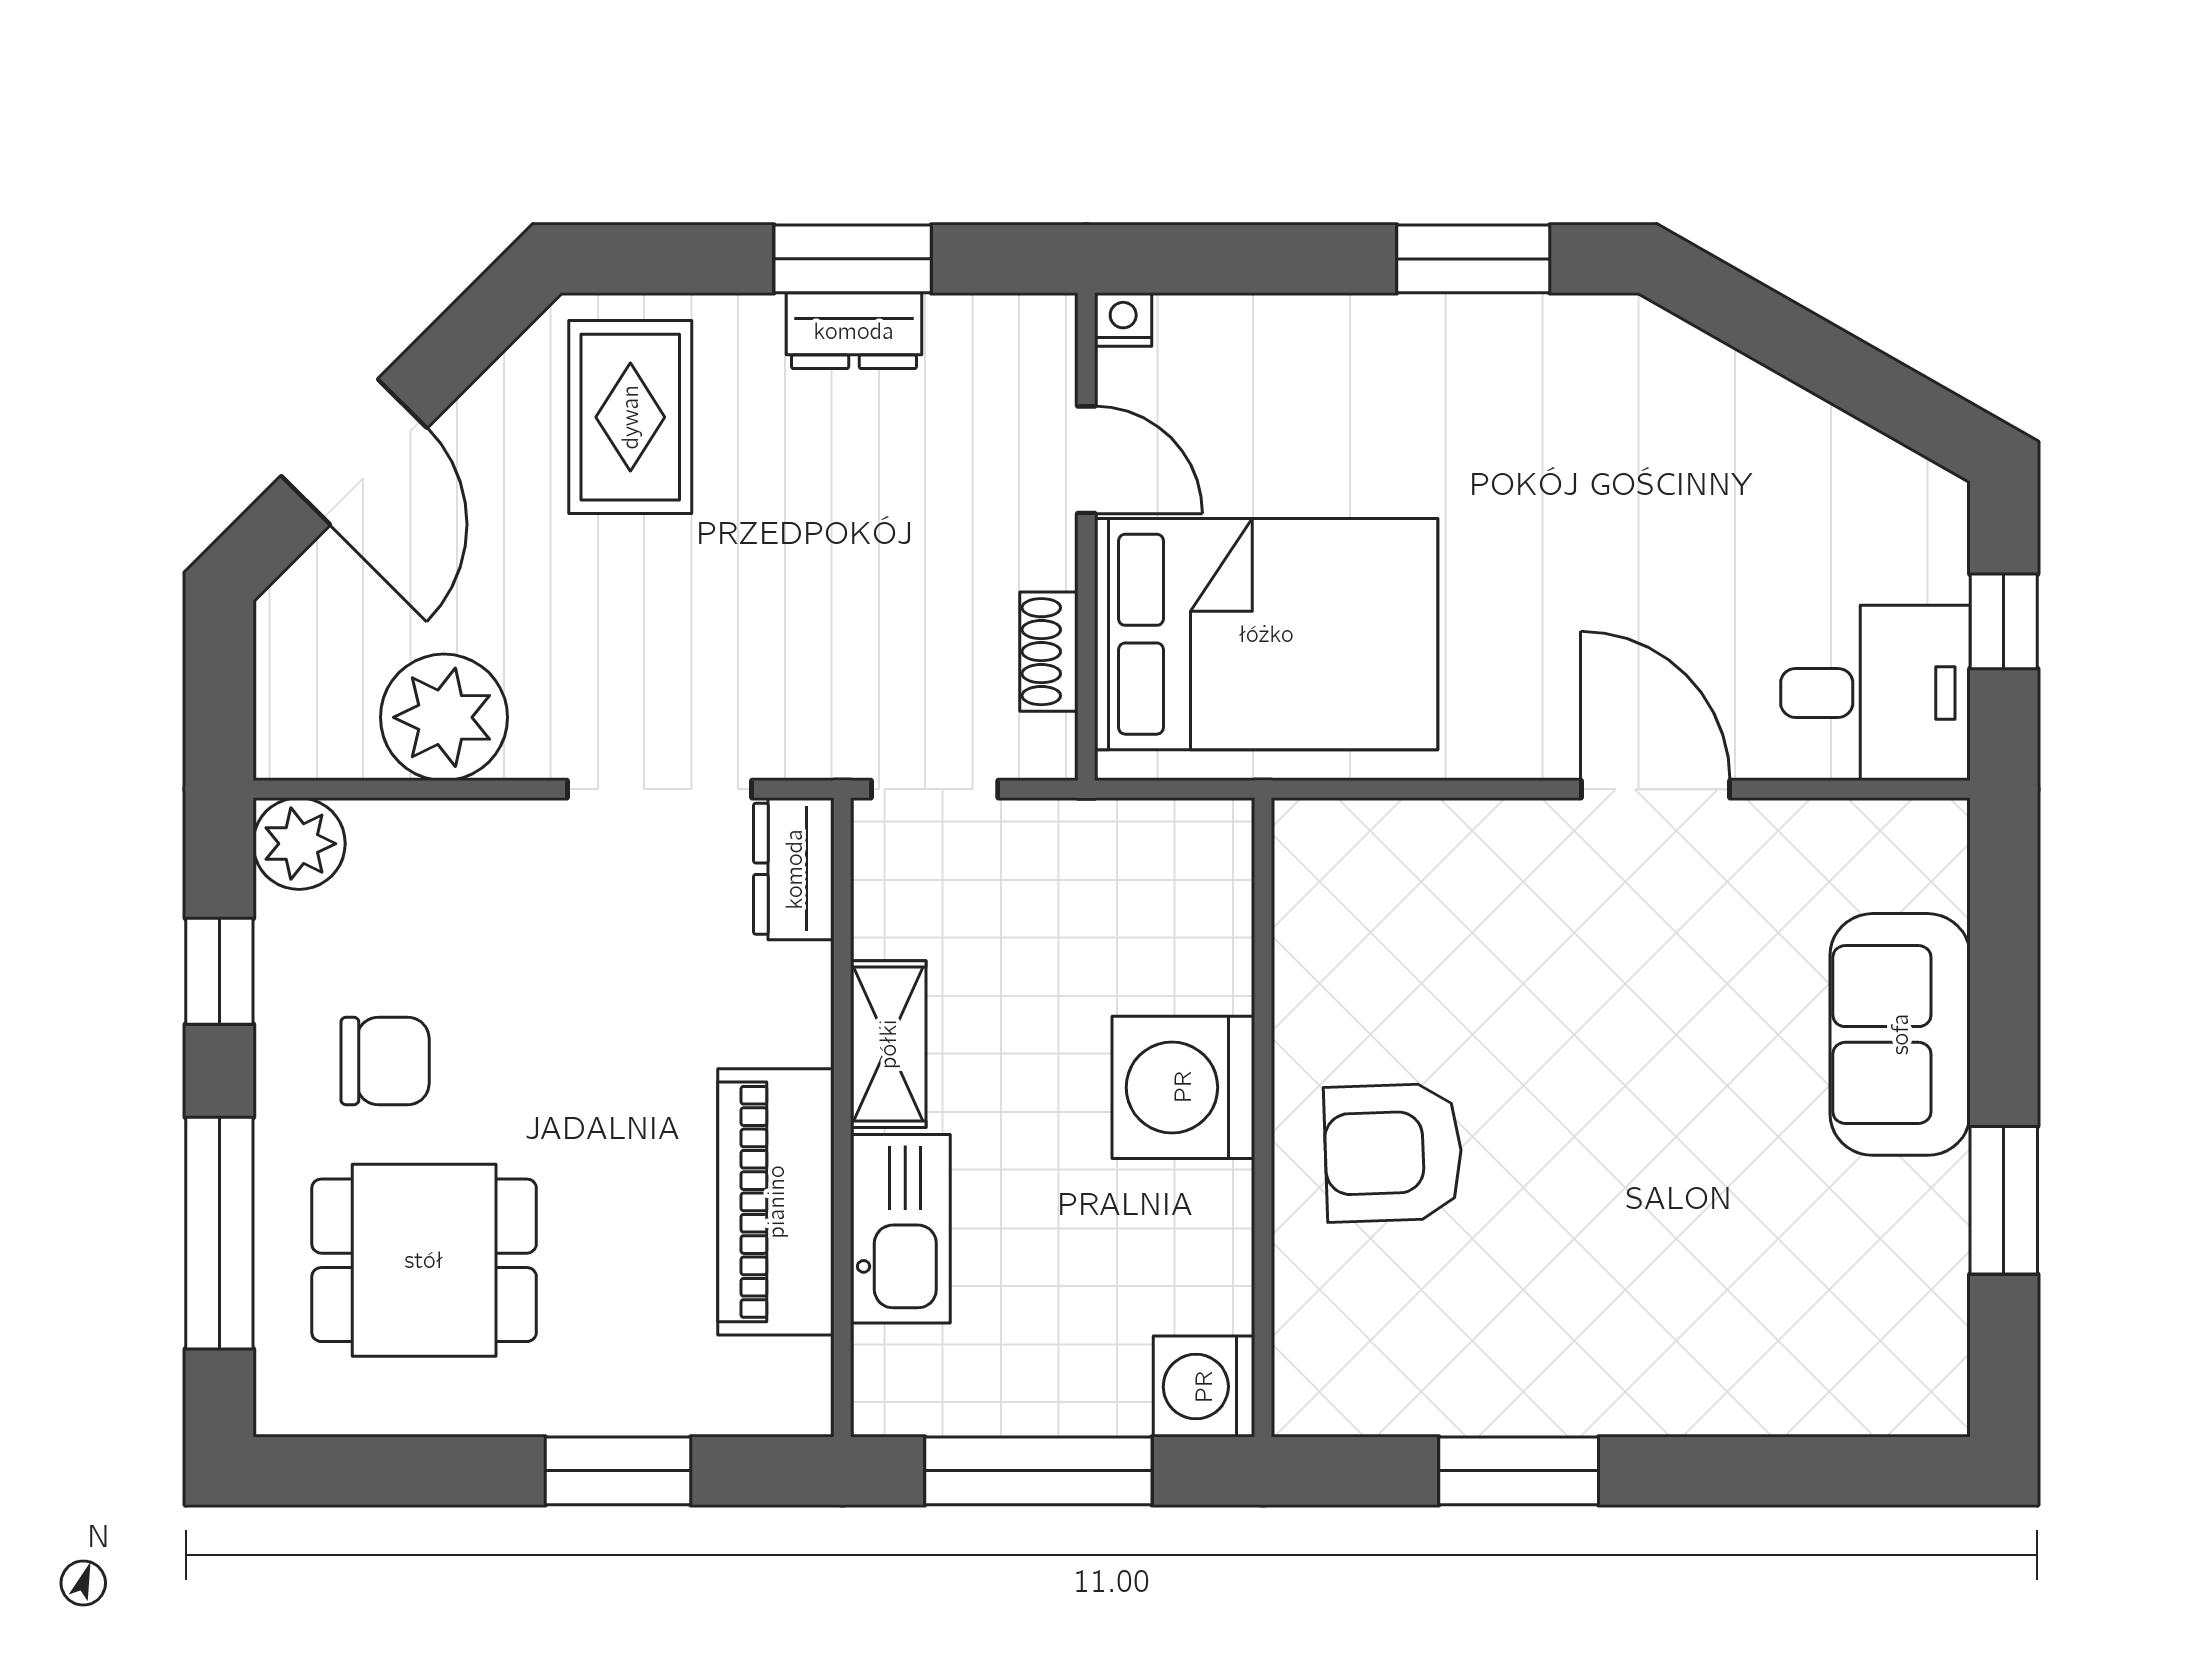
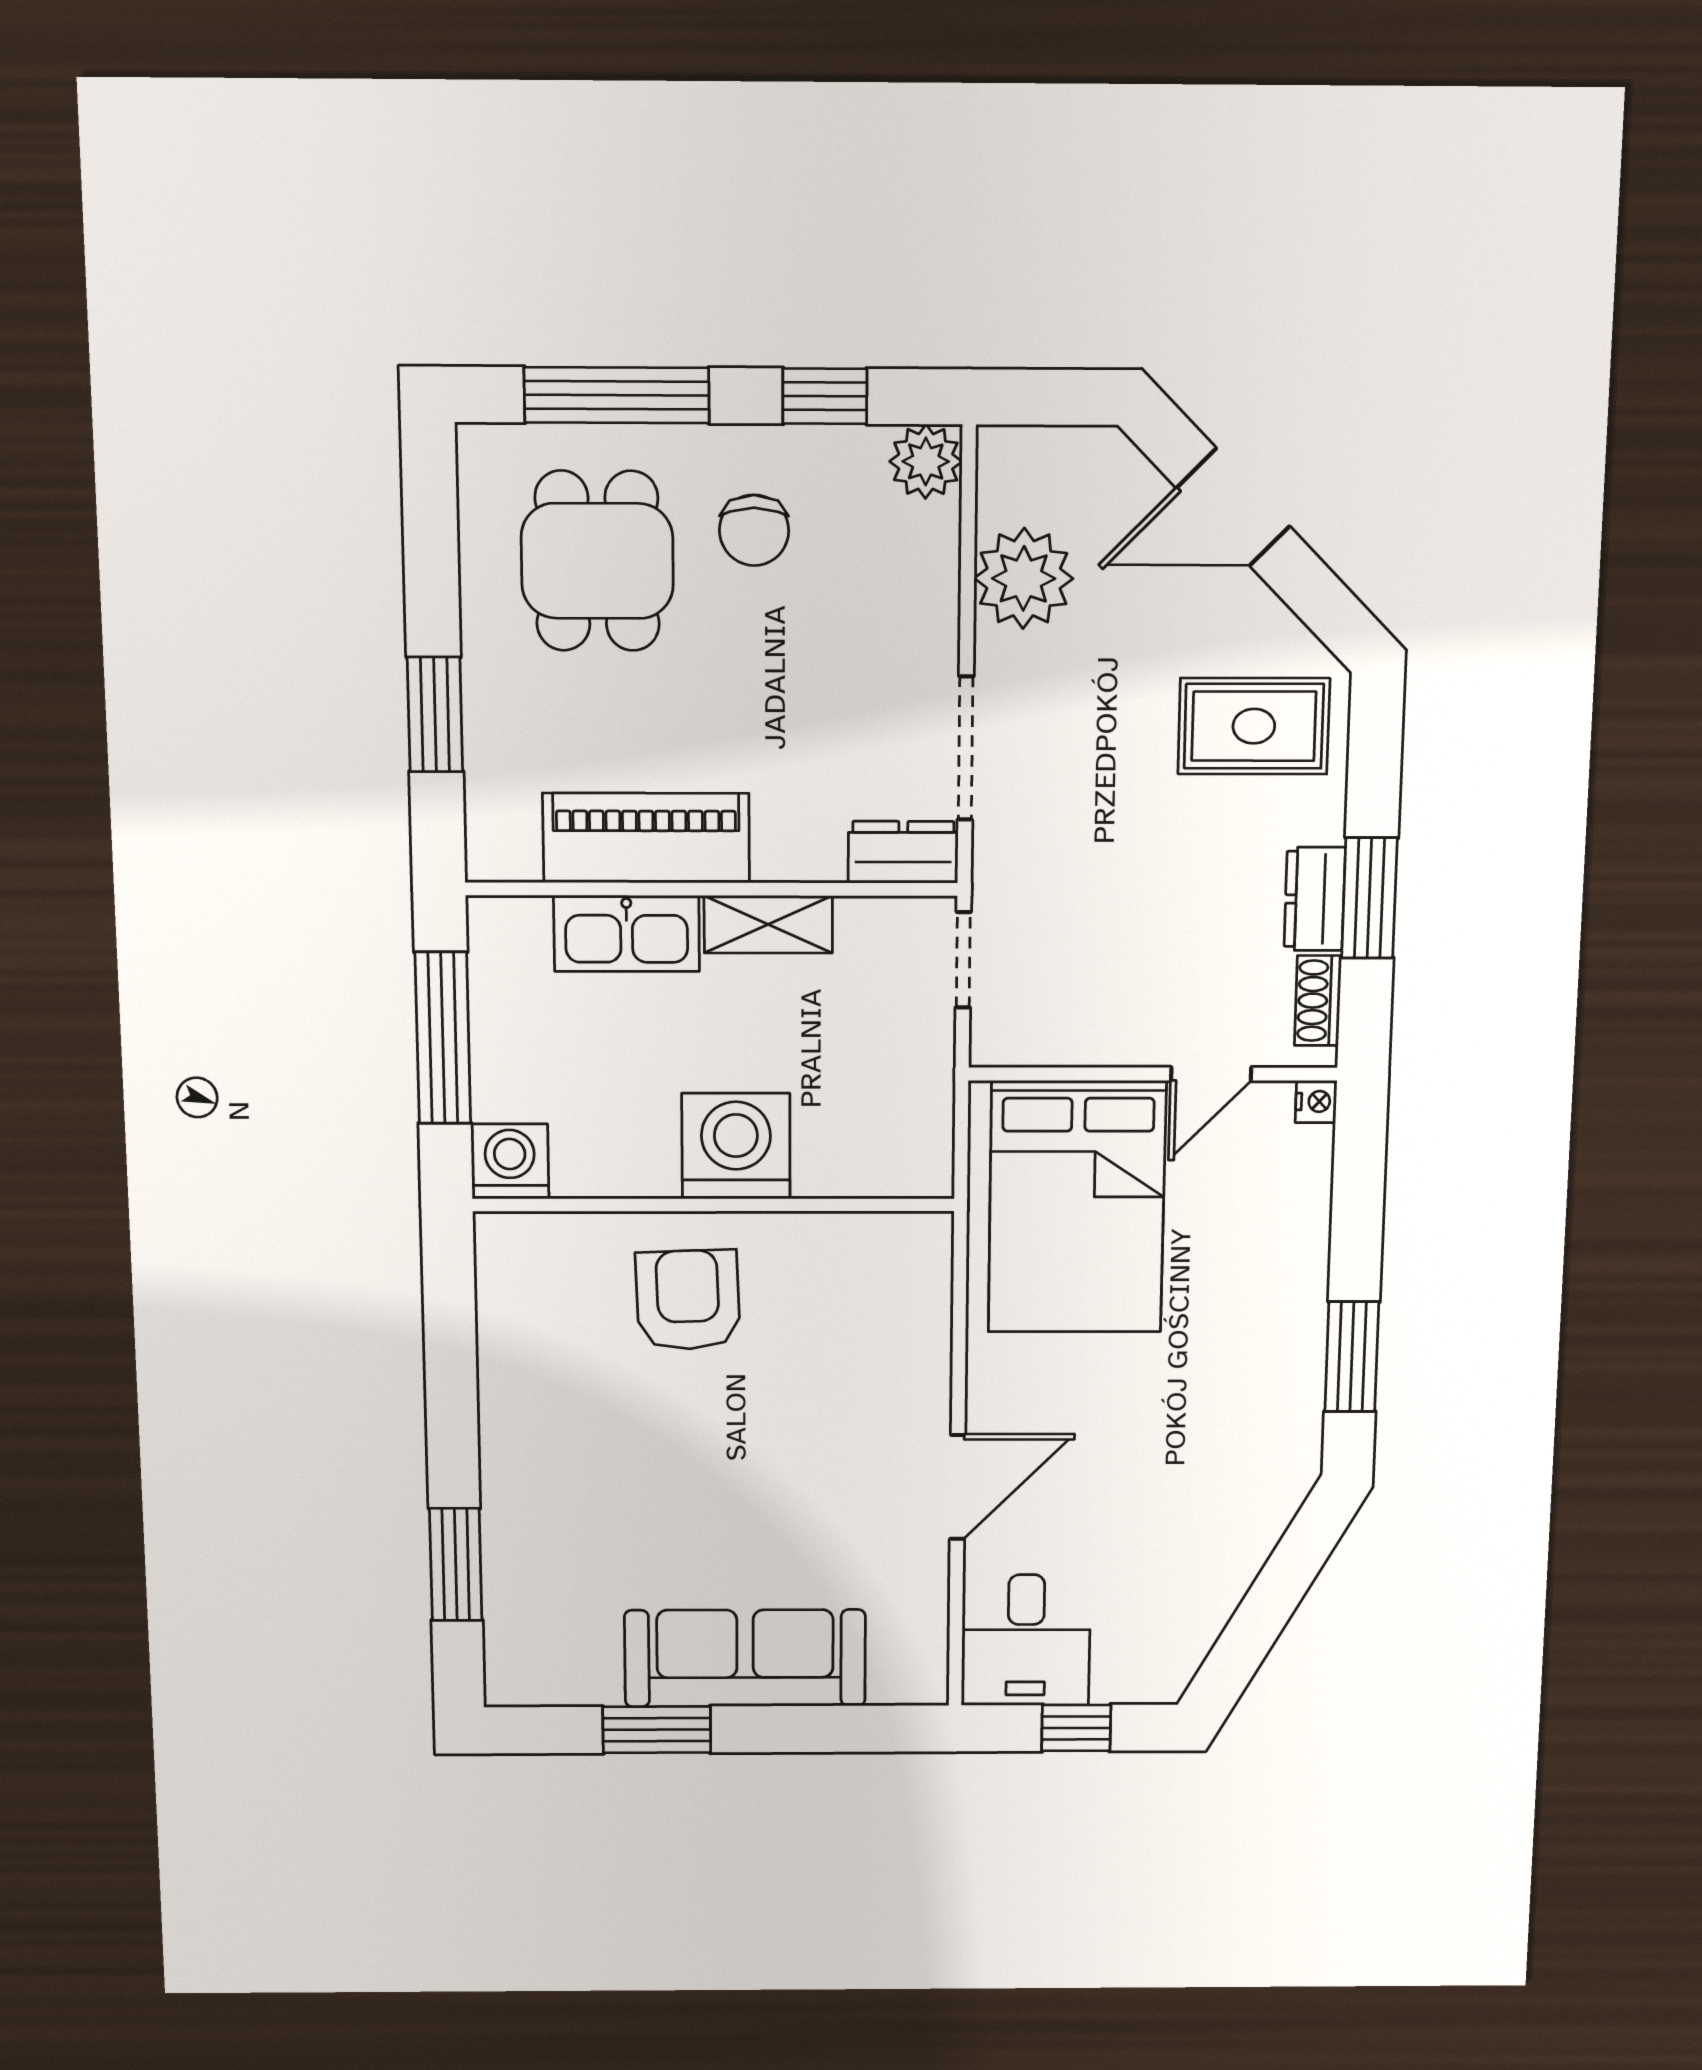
shoe rack: (1049, 652) -> (1318, 1001), moved, turned -90
sofa: (1900, 1034) -> (745, 1658), width x1.36
window: (1519, 1471) -> (456, 1565), moved

